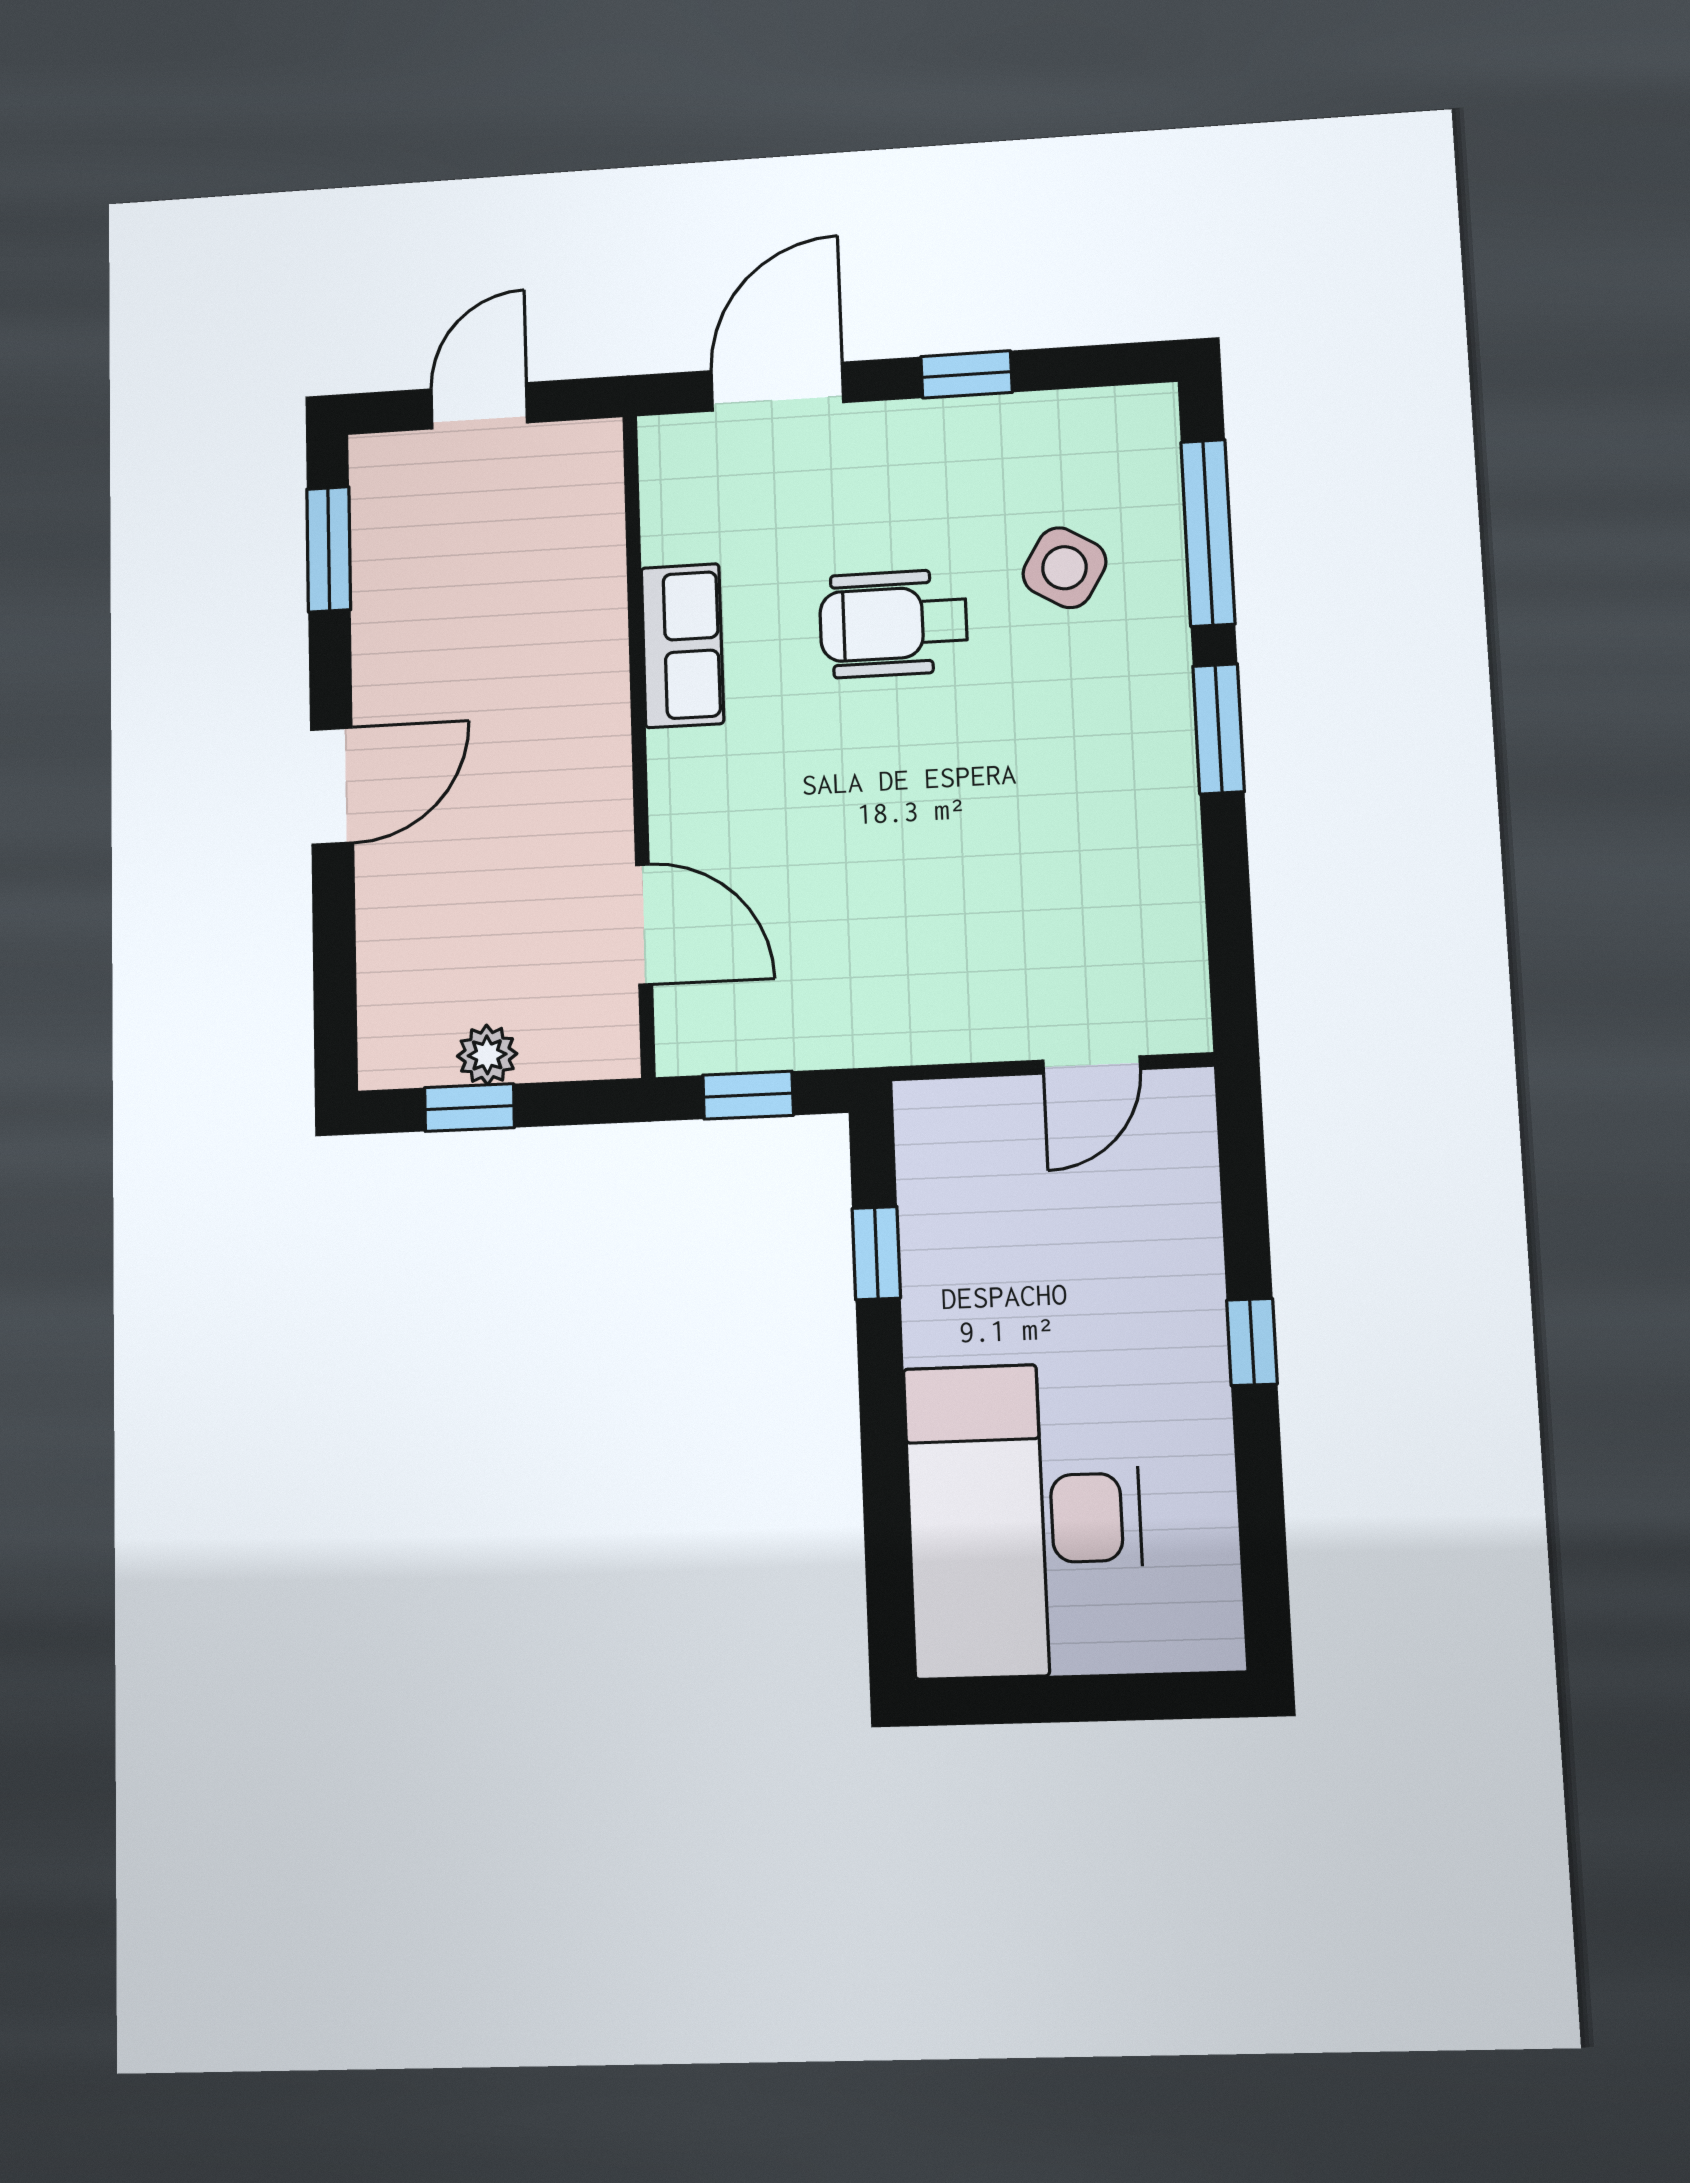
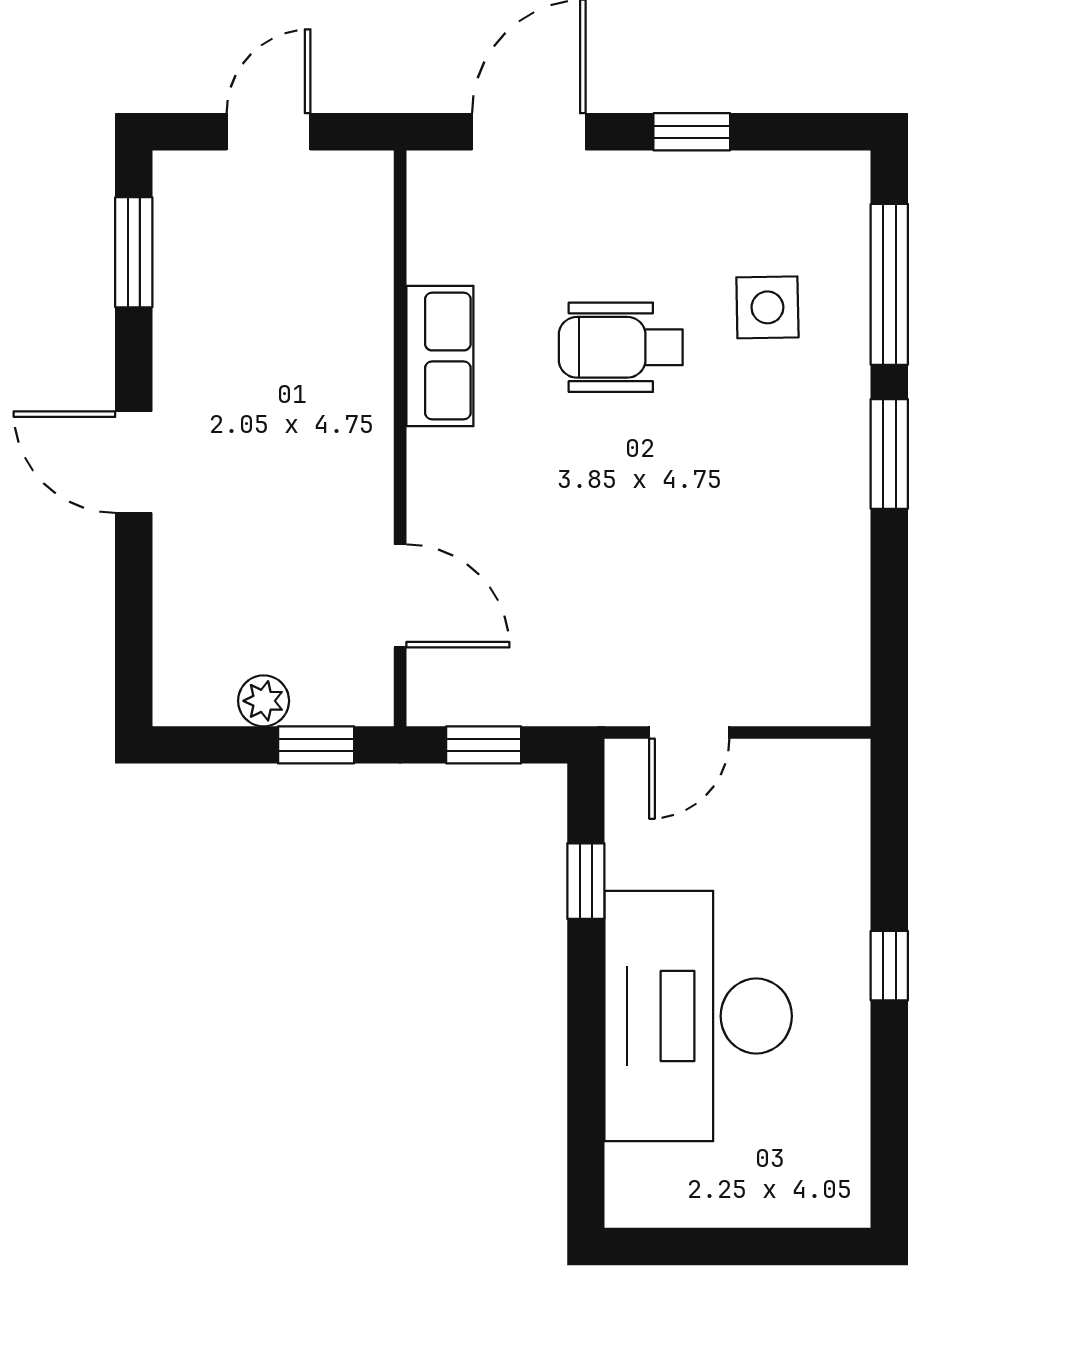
side table: (1064, 568) -> (767, 307), turned -32
door: (332, 786) -> (134, 462), swing flipped
door: (1092, 1065) -> (689, 733), moved
window: (469, 1108) -> (316, 745), moved
desk: (1024, 1520) -> (698, 1016), moved

